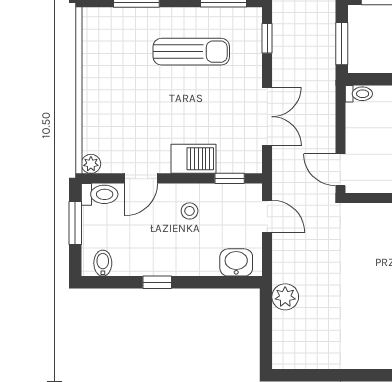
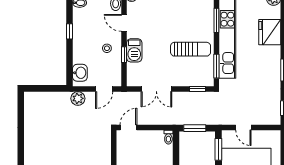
sun lounger: (191, 52) -> (191, 49), turned -90
window: (230, 178) -> (124, 55), moved
plant: (285, 297) -> (78, 98), moved

